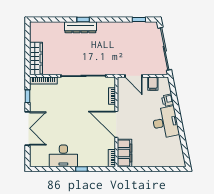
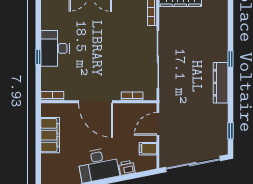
dresser: (80, 27) -> (221, 83), moved
door: (116, 124) -> (96, 102), swing flipped
filing cabinet: (125, 153) -> (50, 135), moved, turned -90
desk: (63, 156) -> (55, 48), moved

